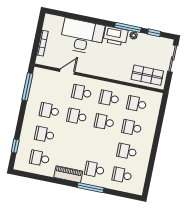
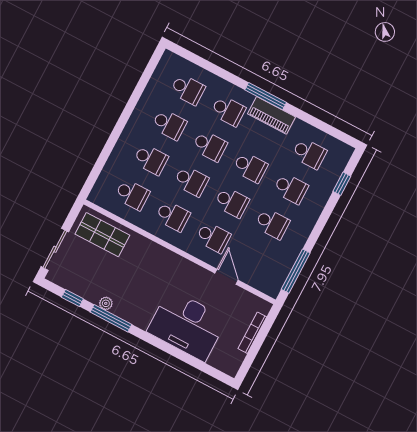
printer: (115, 36) -> (134, 311), removed
door: (67, 72) -> (226, 277), swing flipped
school desk: (72, 140) -> (250, 167), added
school desk: (99, 146) -> (210, 146), added
window: (91, 188) -> (266, 96), moved

